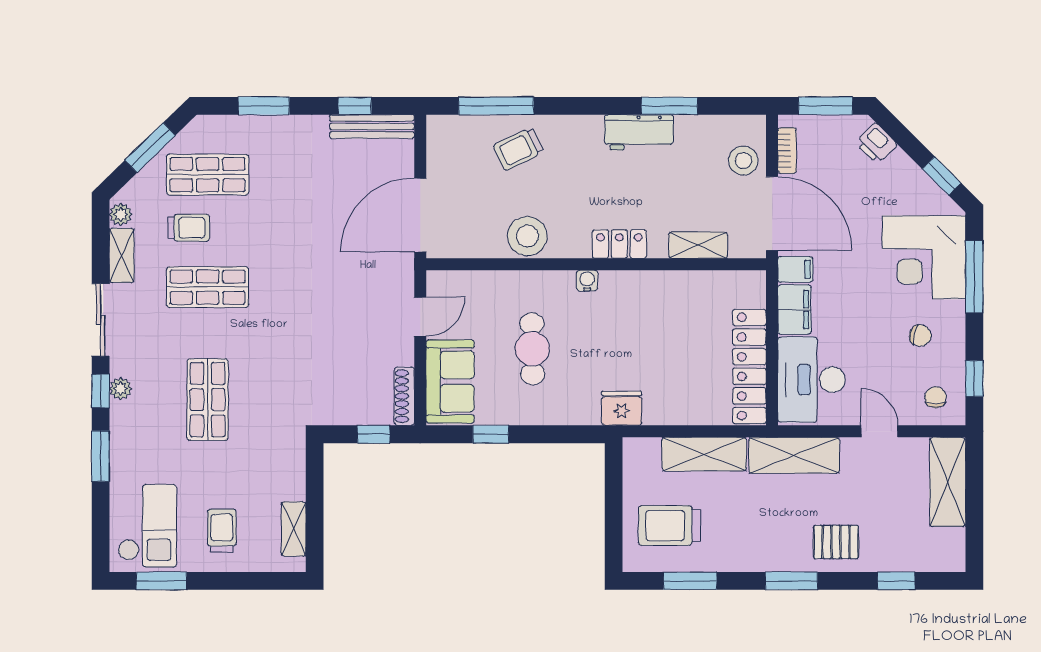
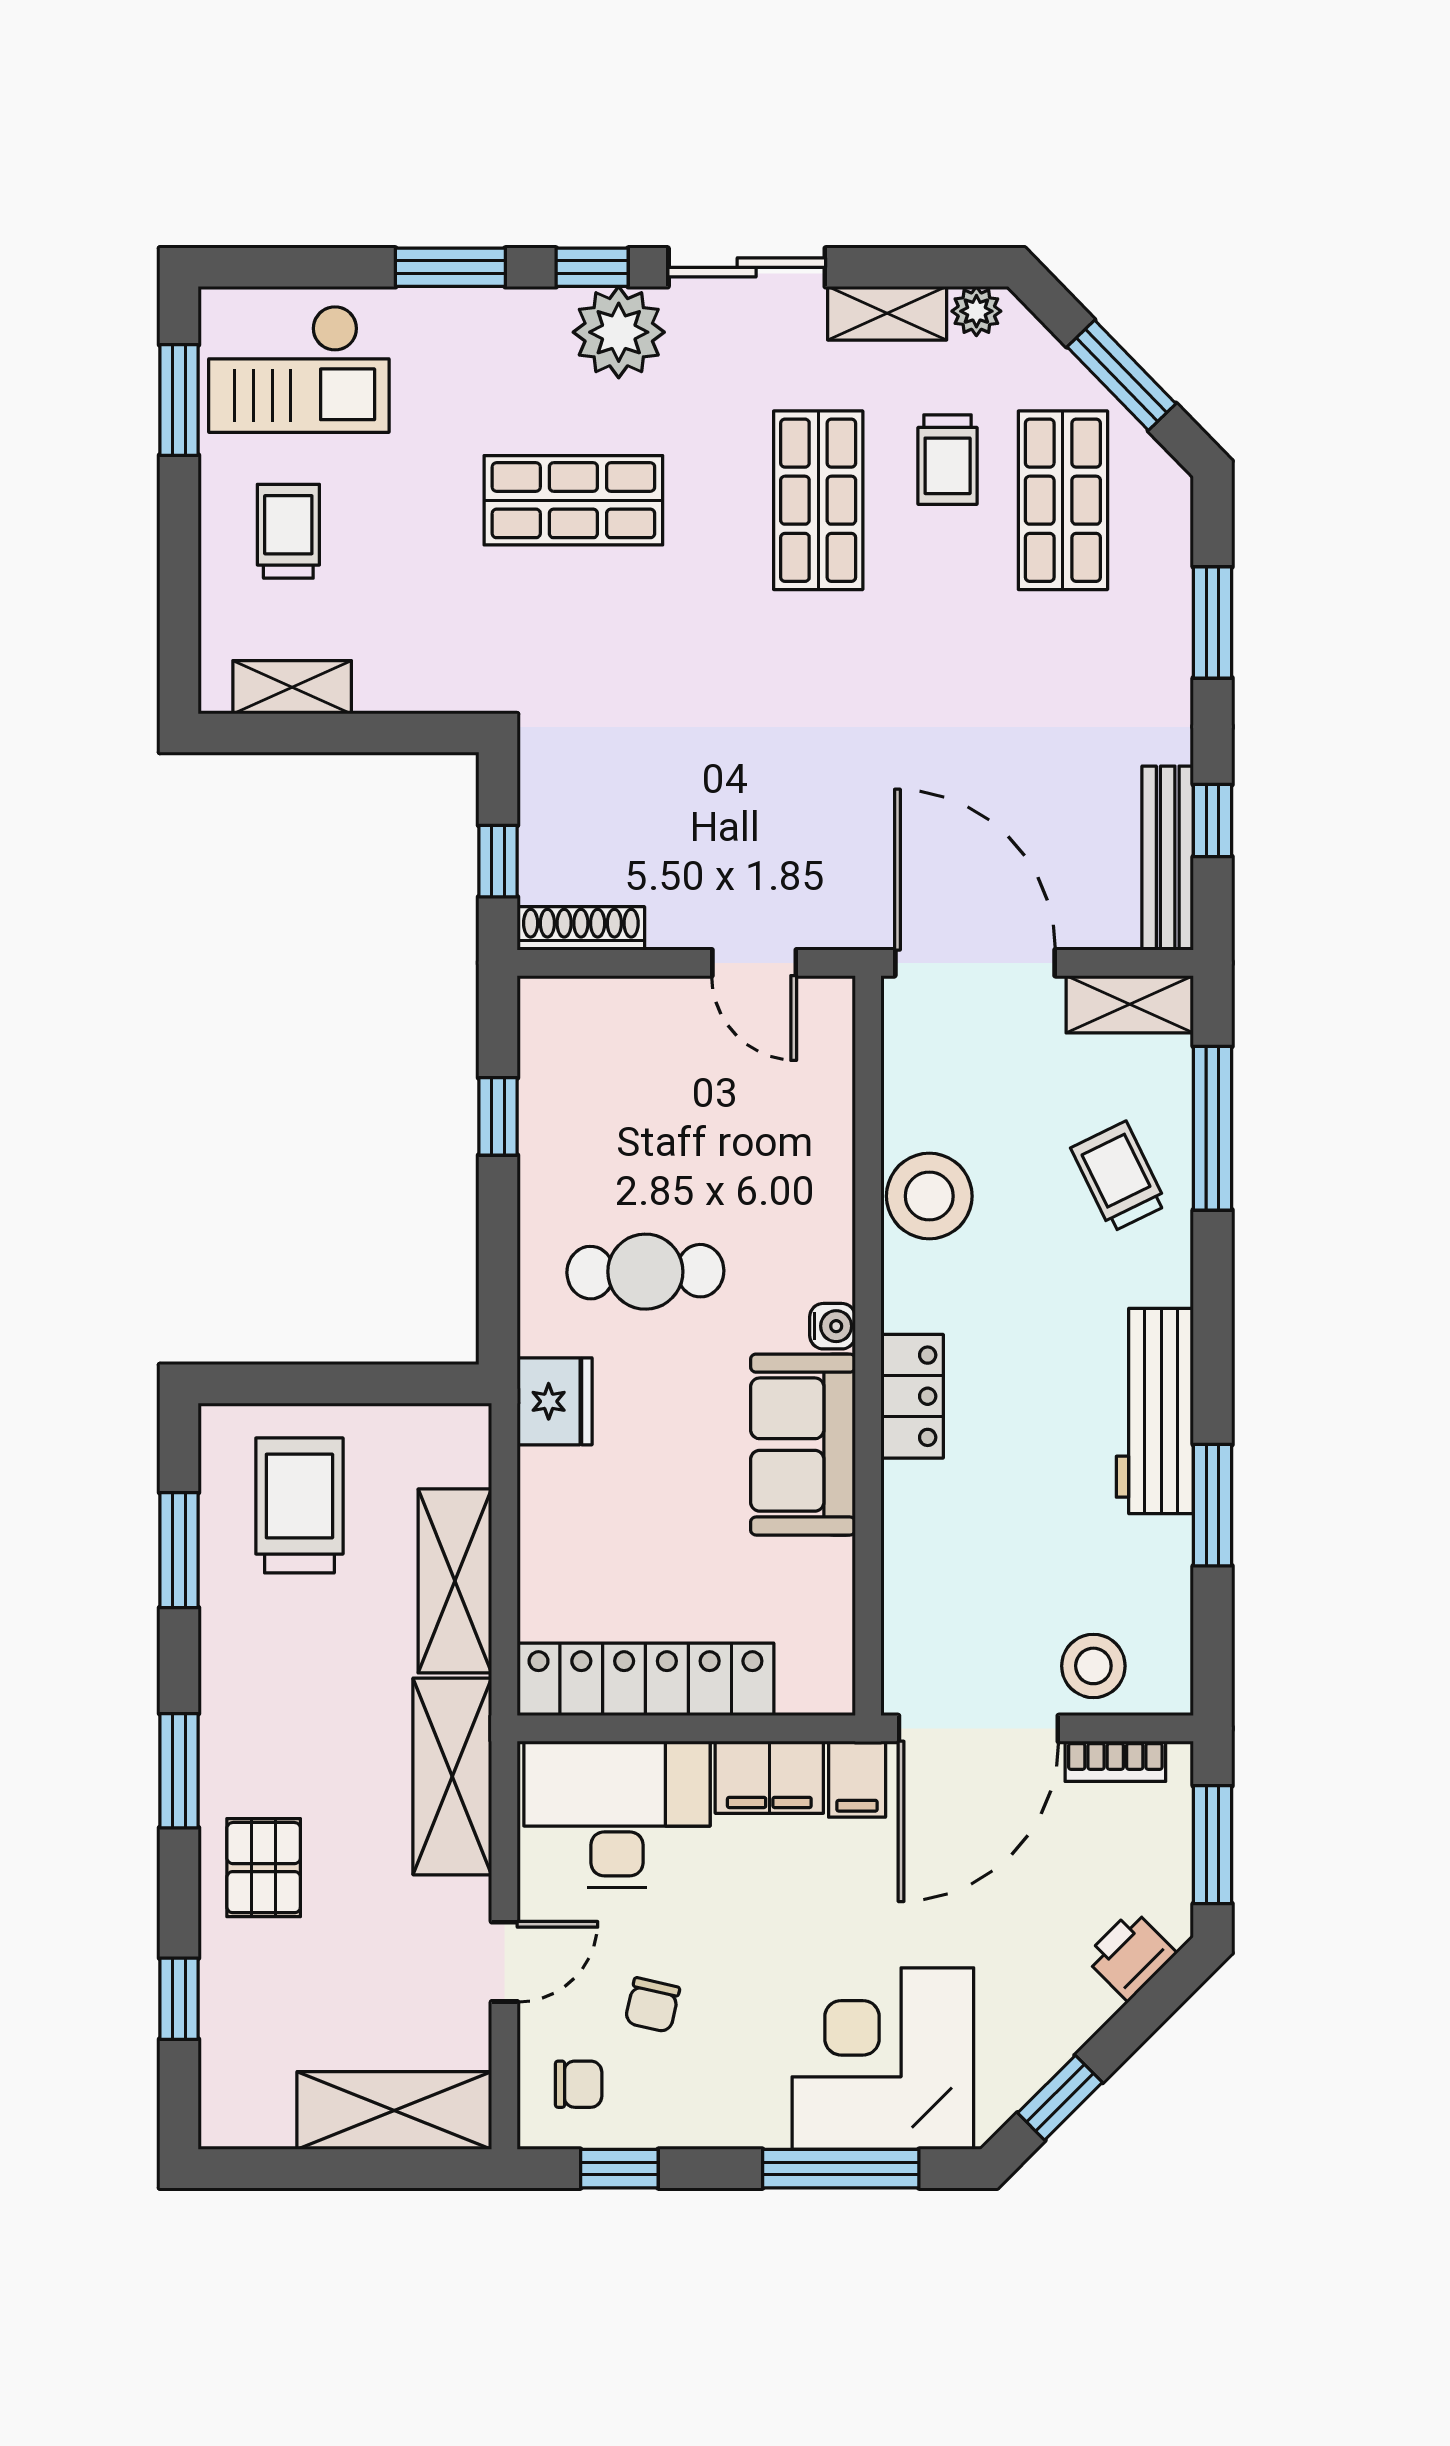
workbench: (639, 132) -> (1155, 1411), width x1.38
shelving: (698, 245) -> (1130, 1004), moved, turned 90
chair: (920, 336) -> (652, 2005), moved
cafe table: (532, 349) -> (645, 1272), moved
sofa: (450, 382) -> (803, 1445), moved, turned 90
plant: (121, 389) -> (619, 332), width x1.87, depth x1.87
trolley: (222, 531) -> (288, 531), turned -90

